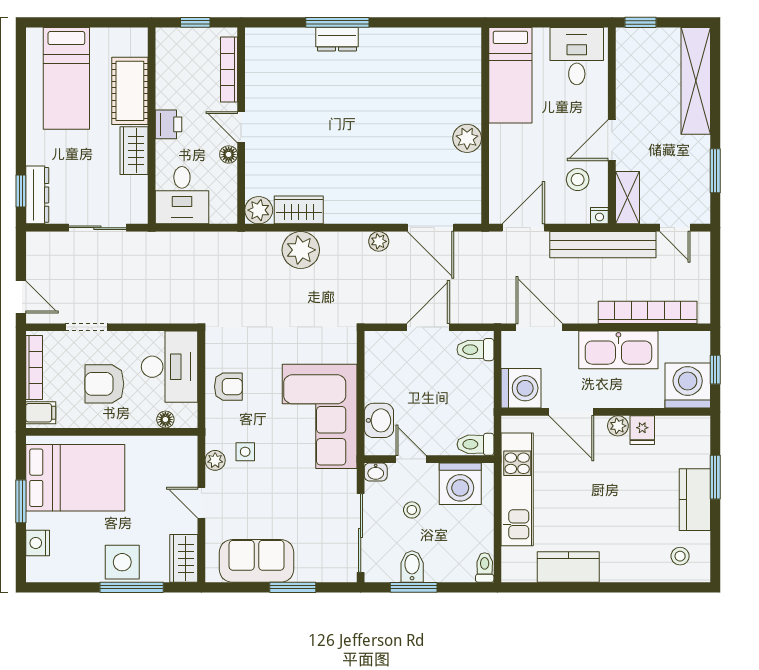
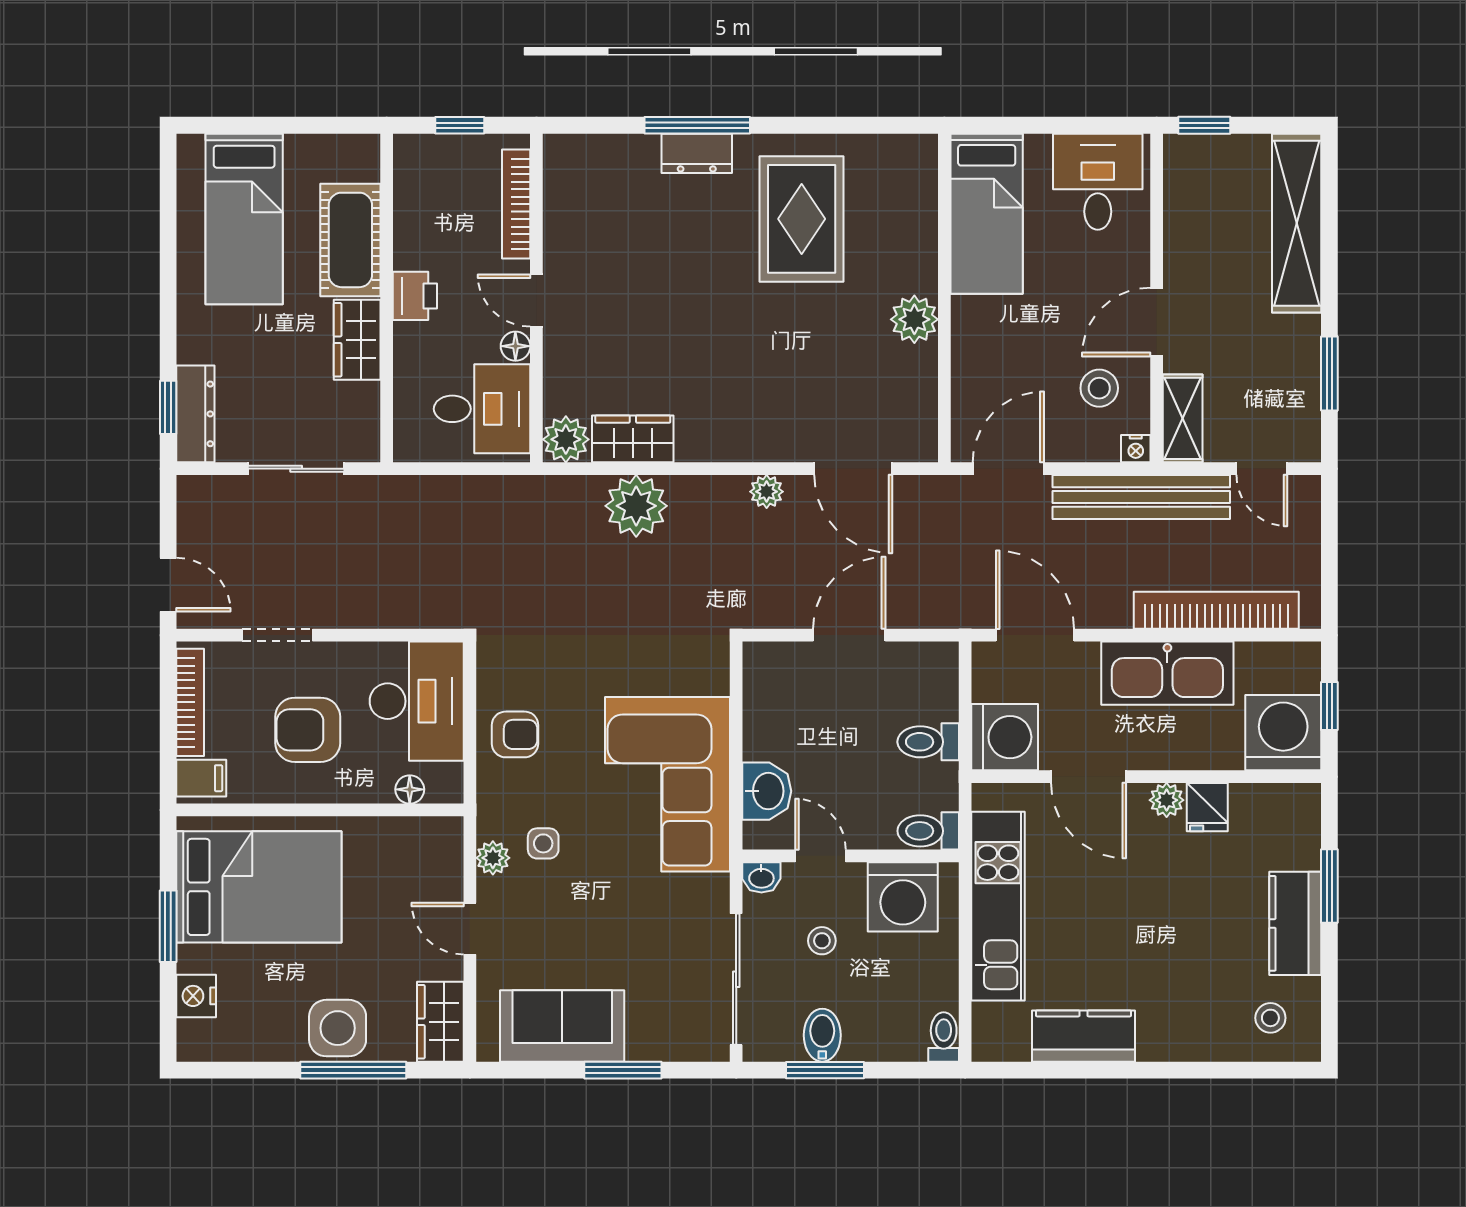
rug: (400, 78) -> (802, 219), added
desk: (182, 195) -> (482, 409), moved, turned -90
toilet: (475, 350) -> (928, 742), moved

